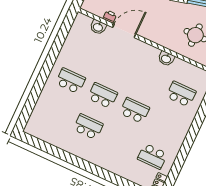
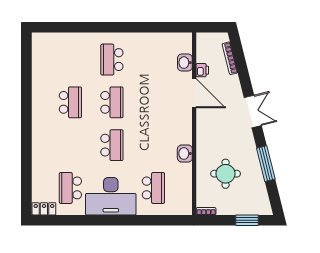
school desk: (71, 81) -> (112, 60), turned 180
desk: (173, 129) -> (111, 196), added

